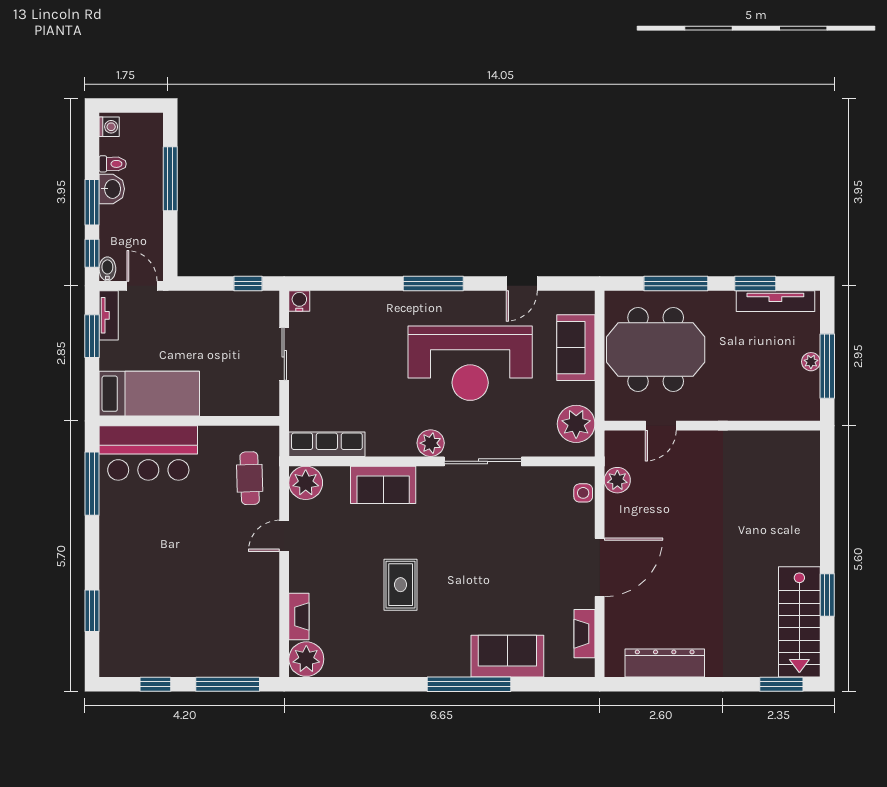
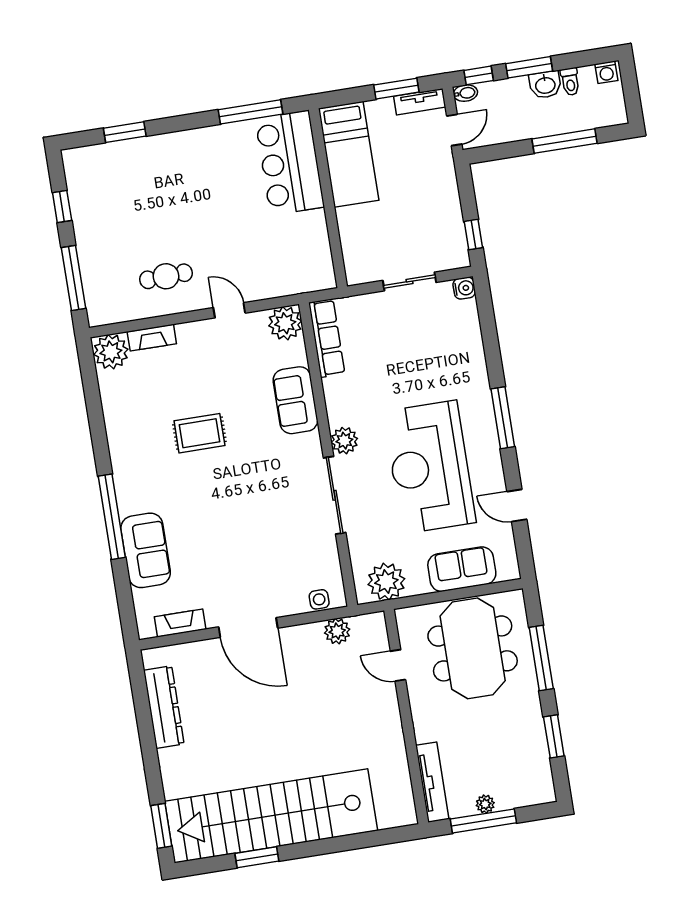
tv unit: (775, 301) -> (432, 782), moved, turned 180
cafe table: (250, 478) -> (166, 276), moved
stairs: (799, 622) -> (271, 816), width x1.86, depth x1.51

